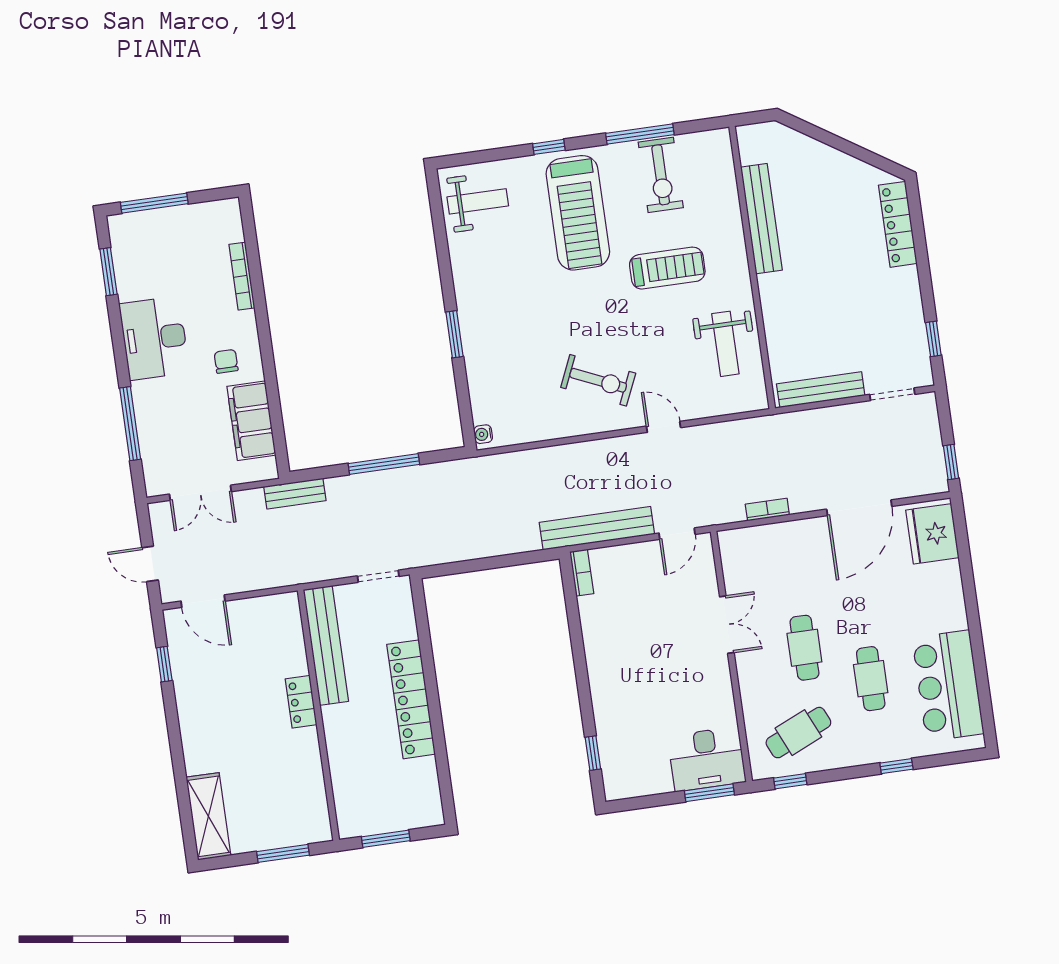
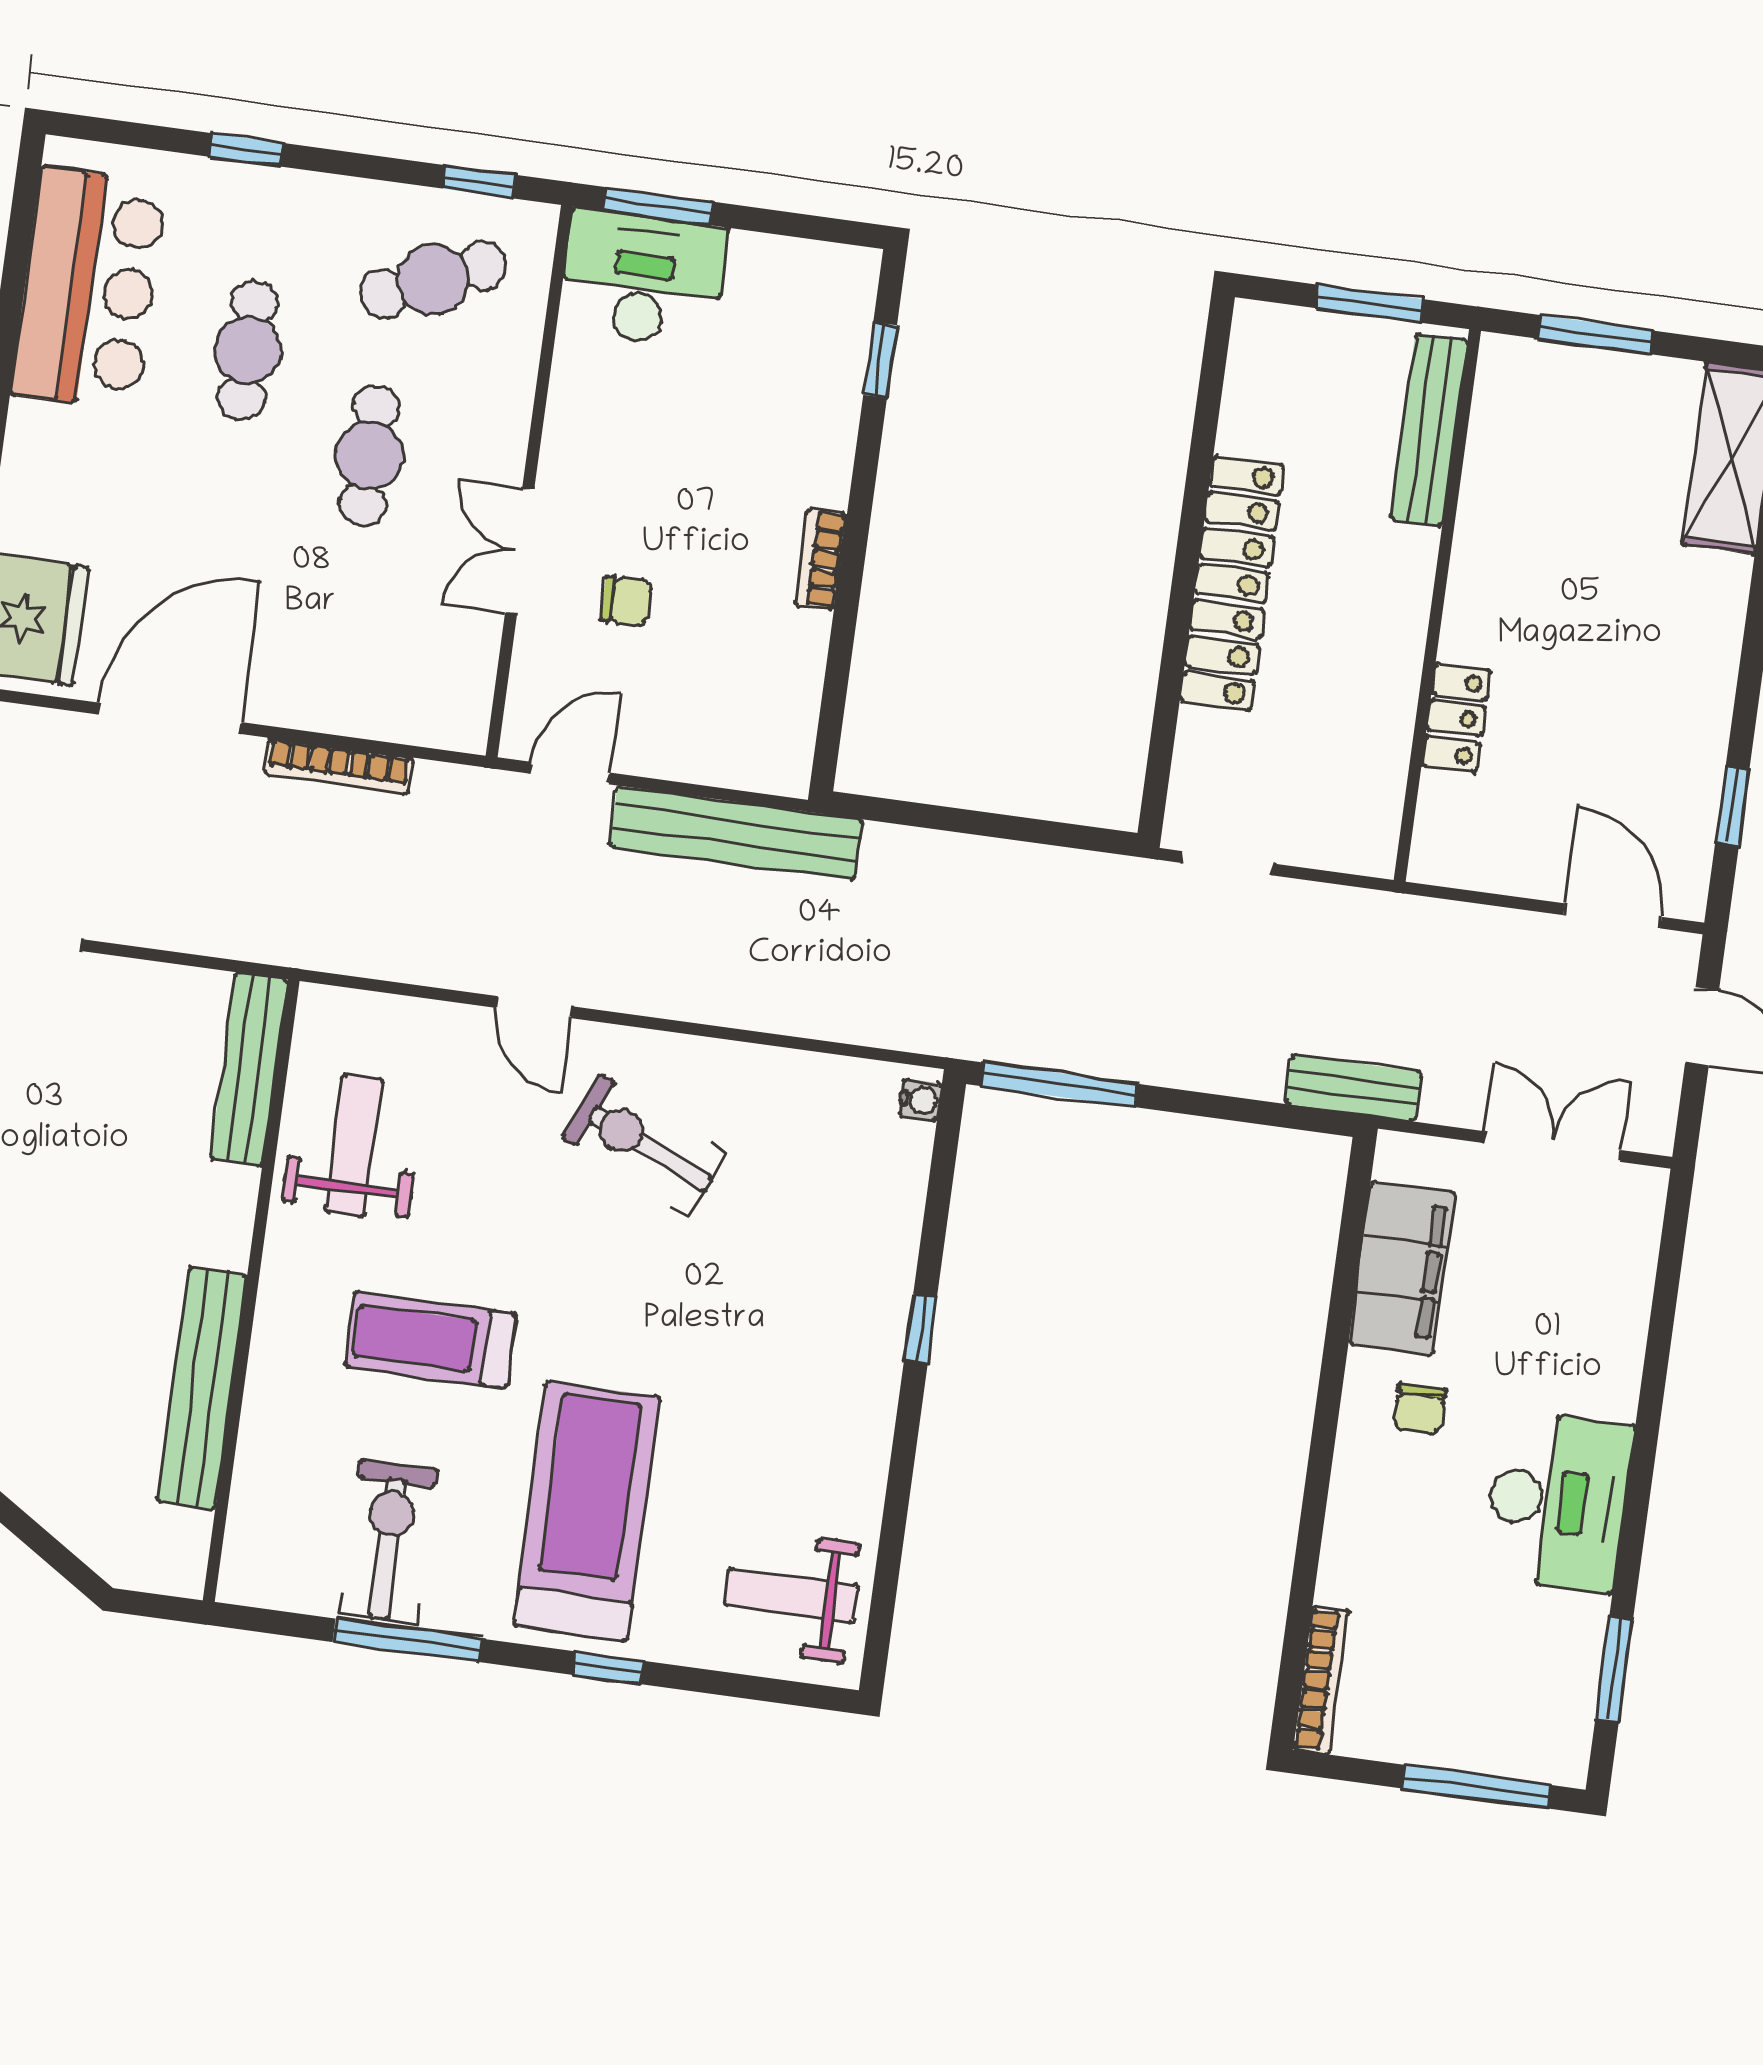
bookcase: (242, 276) -> (1321, 1680), moved
window: (454, 334) -> (921, 1329), width x0.67
bench: (821, 390) -> (249, 1069), moved, turned 90
window: (130, 424) -> (1660, 1335), removed
window: (384, 464) -> (1060, 1085), moved
bookcase: (767, 510) -> (339, 766), width x1.56
bookcase: (582, 573) -> (821, 559), moved
chair: (674, 616) -> (626, 601), added
bench: (326, 645) -> (1429, 430), moved, width x0.73, depth x0.82
locker: (301, 702) -> (1456, 718), moved

